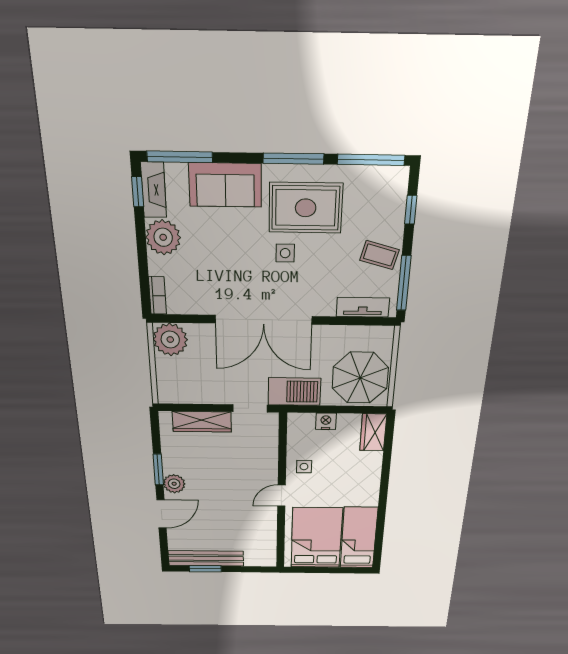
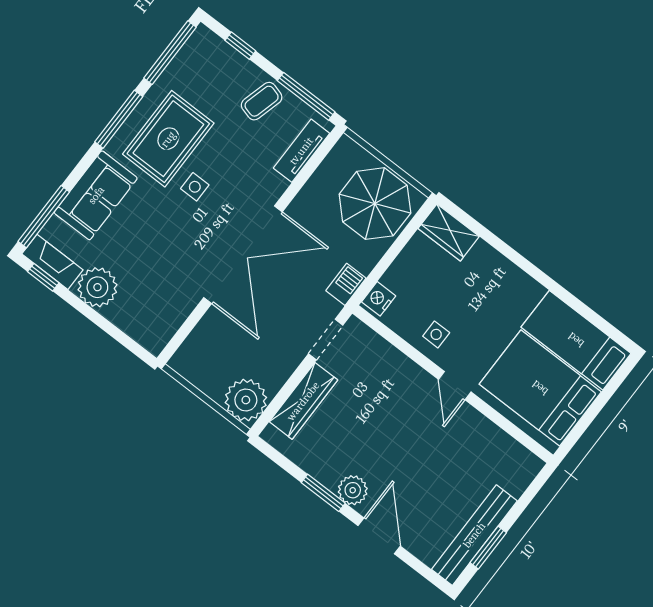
bookcase: (157, 296) -> (144, 337), removed
plant: (170, 340) -> (246, 400), moved
barbecue: (294, 392) -> (346, 284), width x0.53, depth x0.65
nightstand: (326, 421) -> (379, 299), moved

